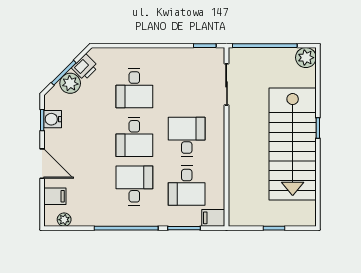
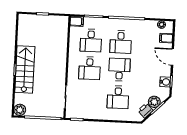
desk: (134, 88) -> (118, 97), turned 180
stairs: (293, 144) -> (25, 69), width x0.73, depth x0.66
desk: (187, 186) -> (91, 40), turned 180

